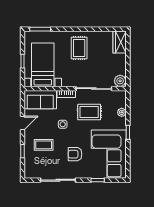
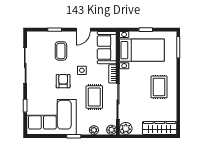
wardrobe: (120, 42) -> (160, 128), width x1.50
rug: (79, 48) -> (159, 87), turned 90
plant: (121, 95) -> (111, 130), added
door: (22, 123) -> (83, 30), hinge flipped
armchair: (75, 154) -> (63, 81), moved

